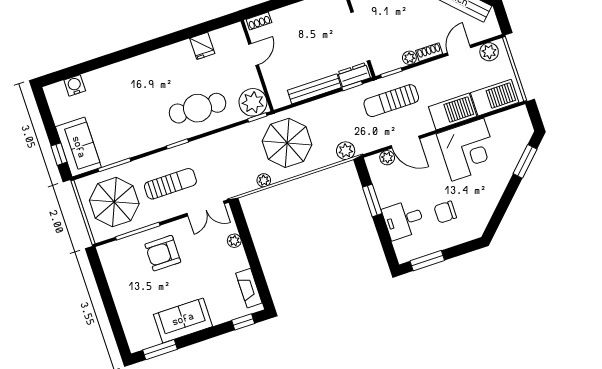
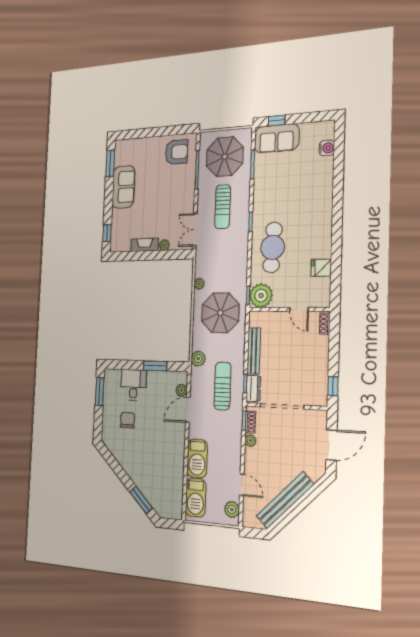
shoe rack: (429, 52) -> (250, 422), moved
sun lounger: (391, 101) -> (223, 386), moved
corner desk: (468, 150) -> (165, 458), removed
armchair: (163, 253) -> (177, 152), moved, turned 90
fireplace: (249, 288) -> (145, 245), moved

